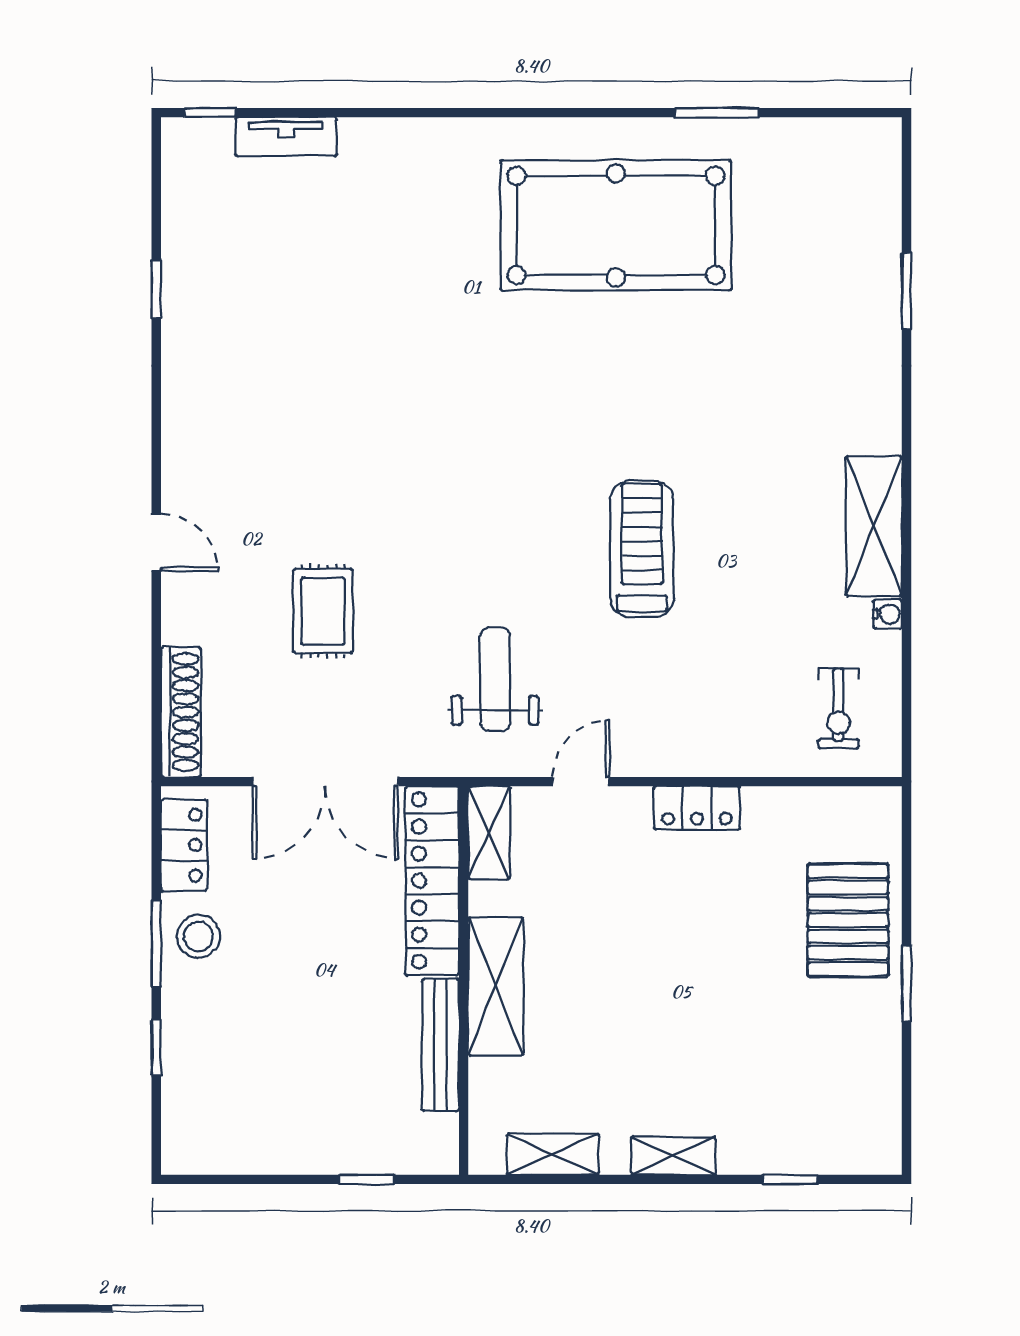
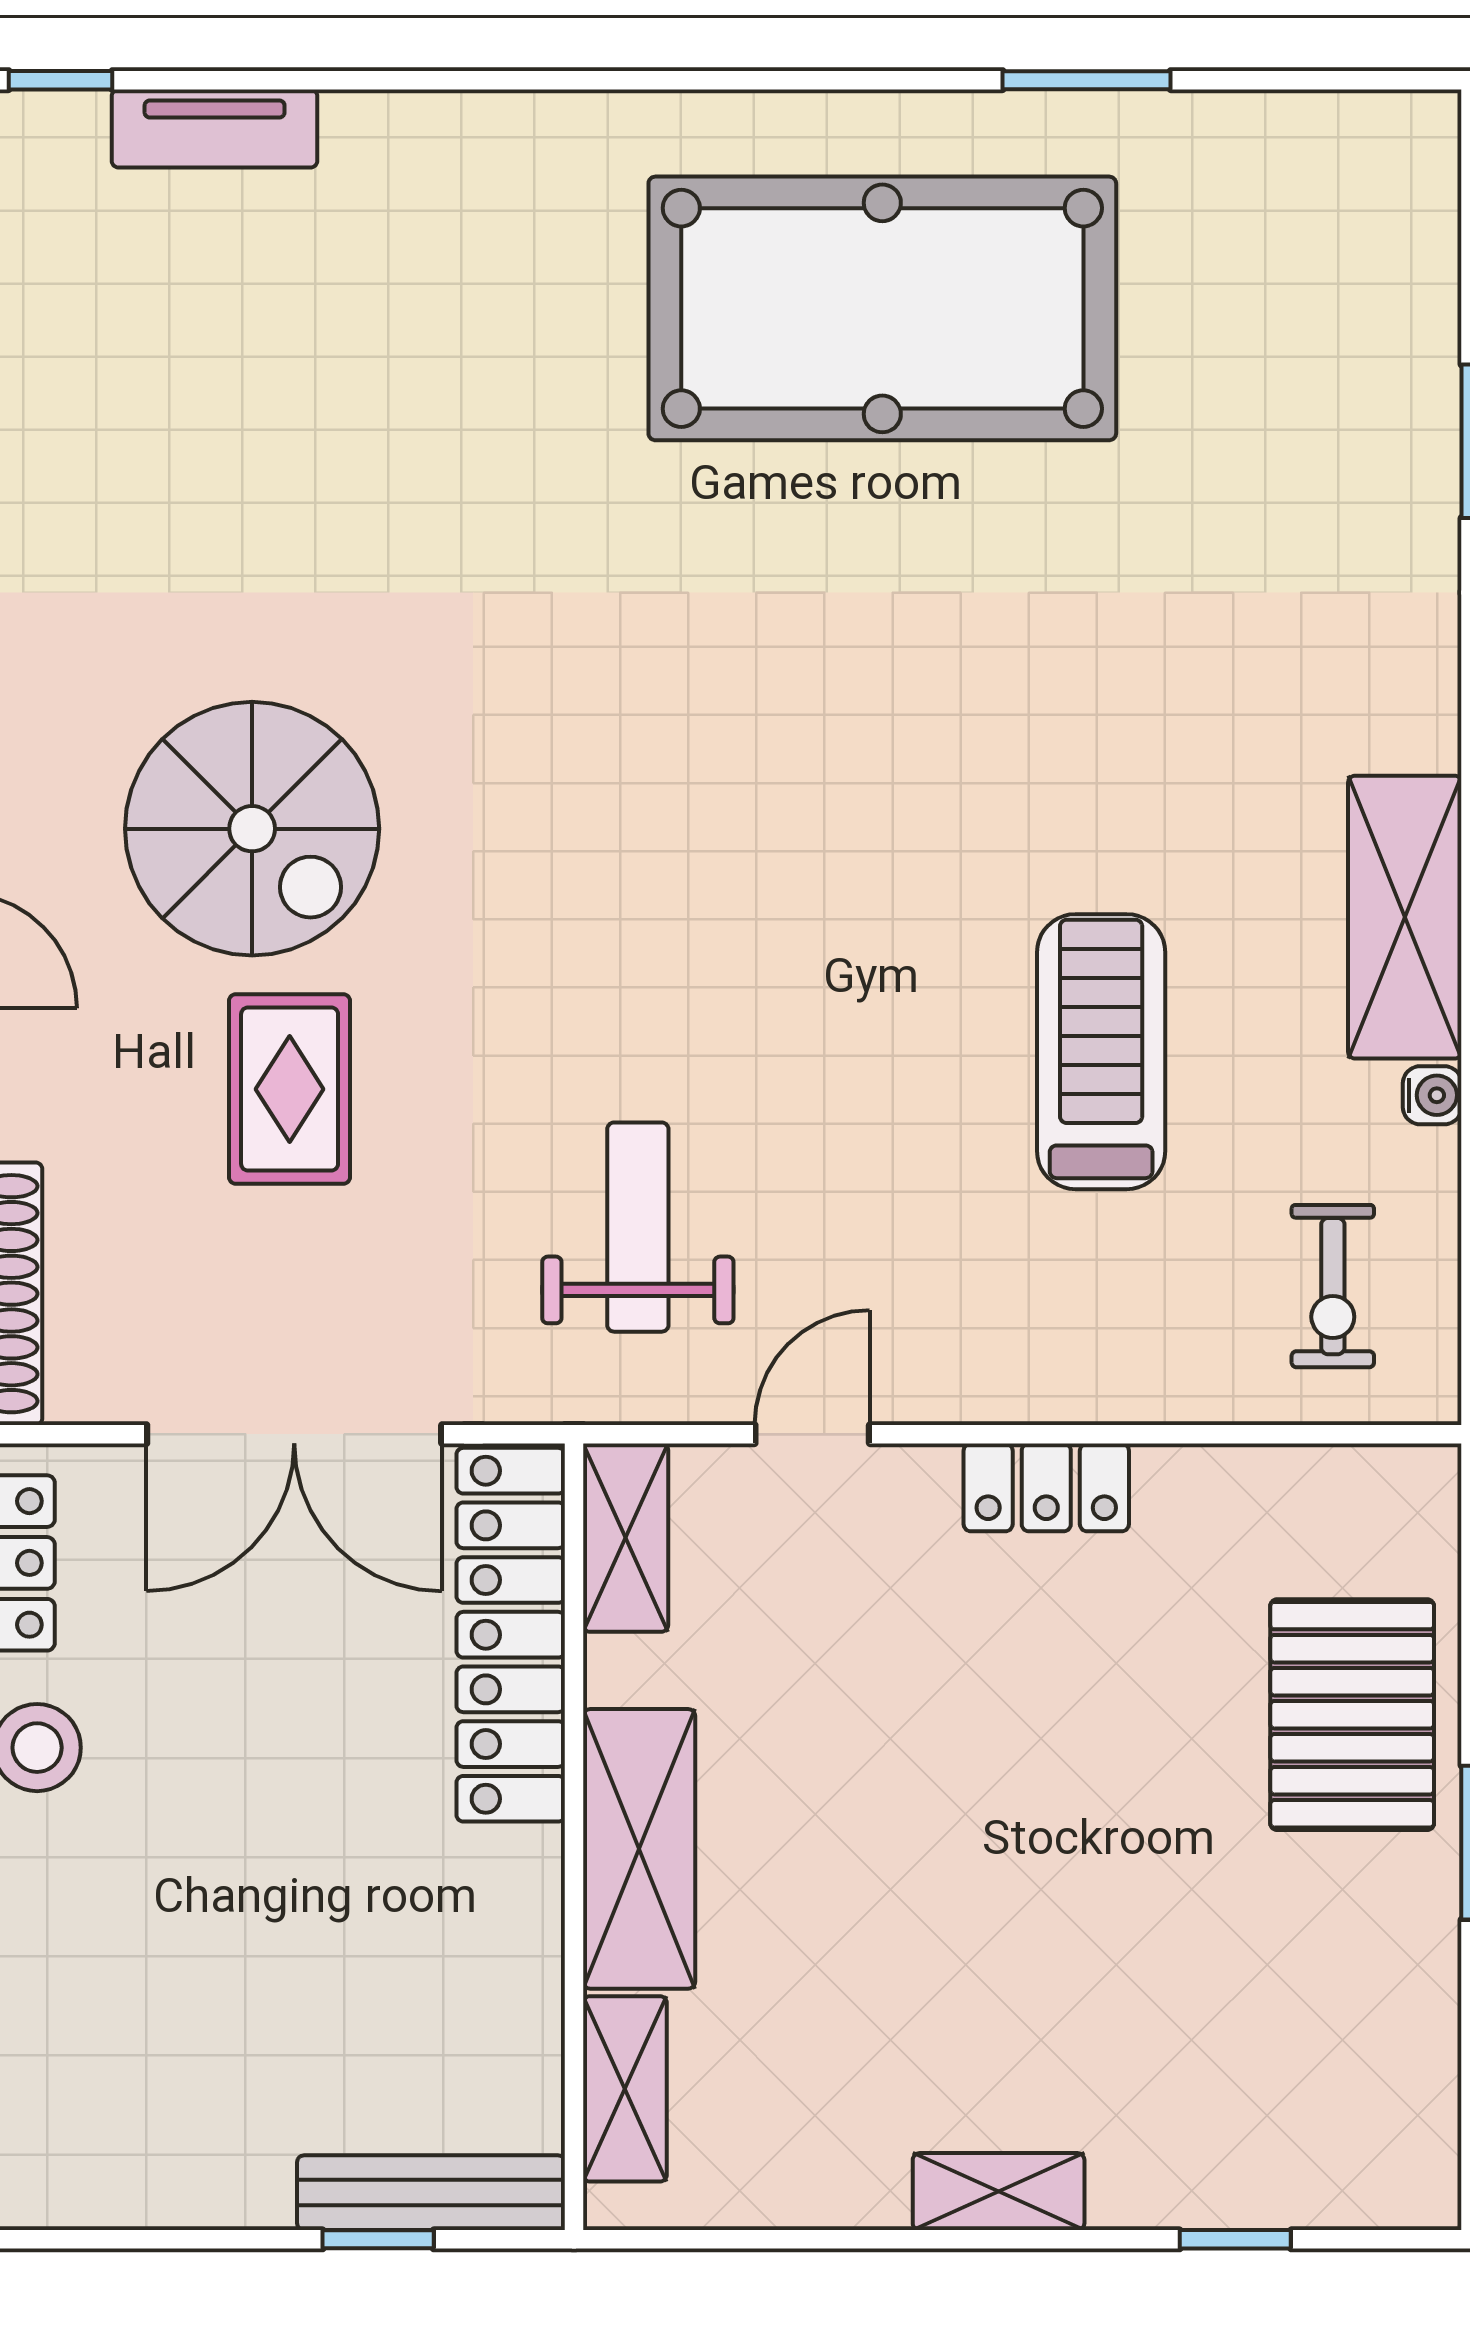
spiral stairs: (305, 482) -> (252, 829), added
treadmill: (642, 549) -> (1101, 1052), moved
bench: (441, 1045) -> (431, 2193), moved, turned 90
shelving: (553, 1154) -> (625, 2089), moved, turned 90

